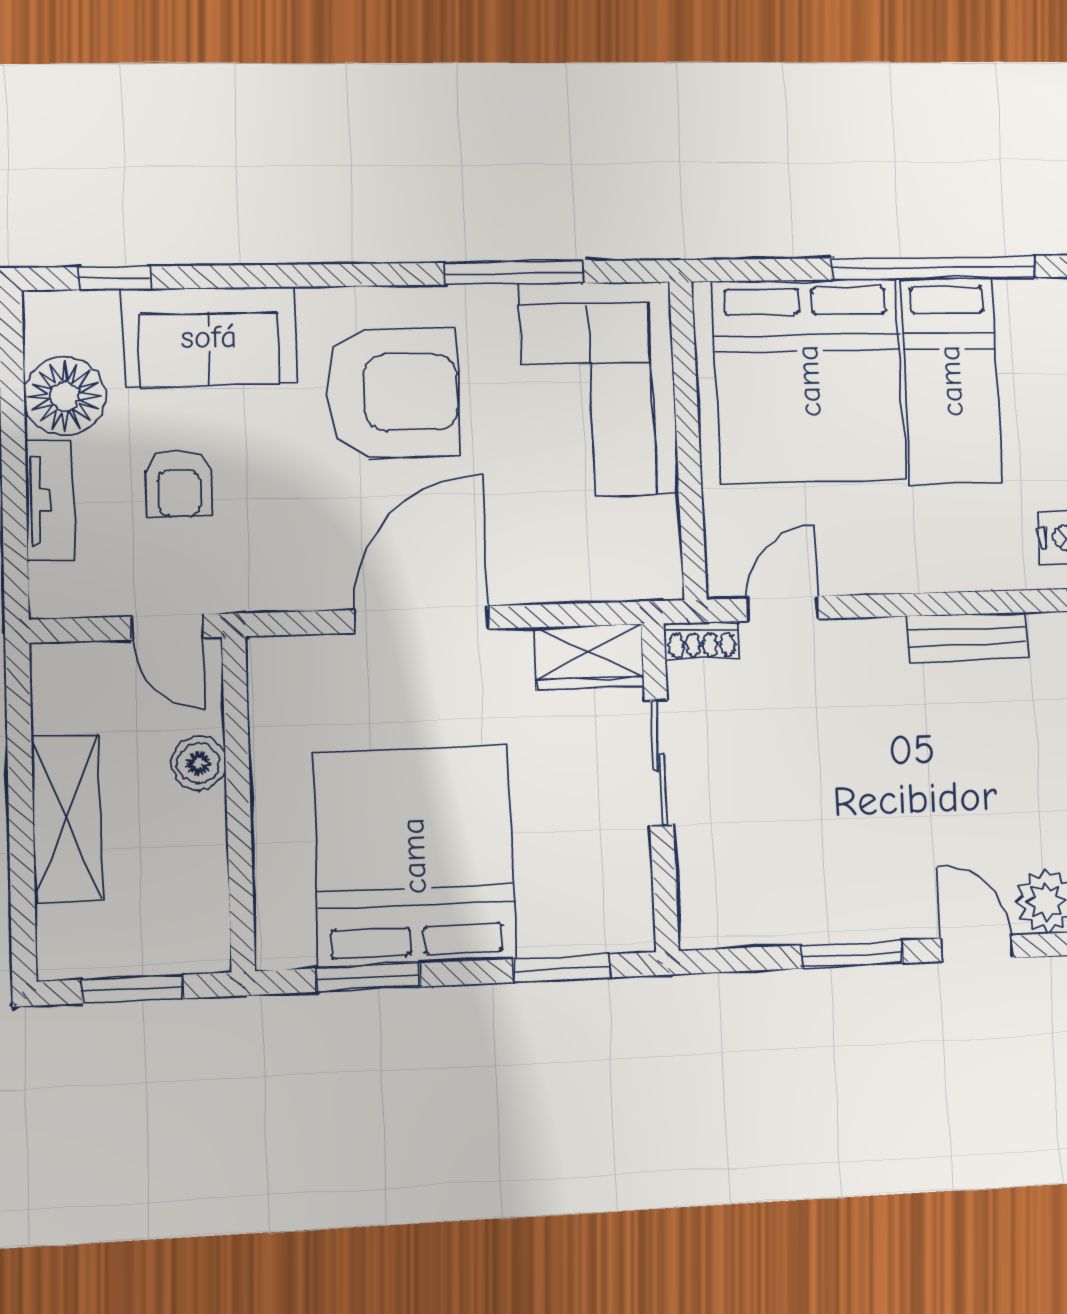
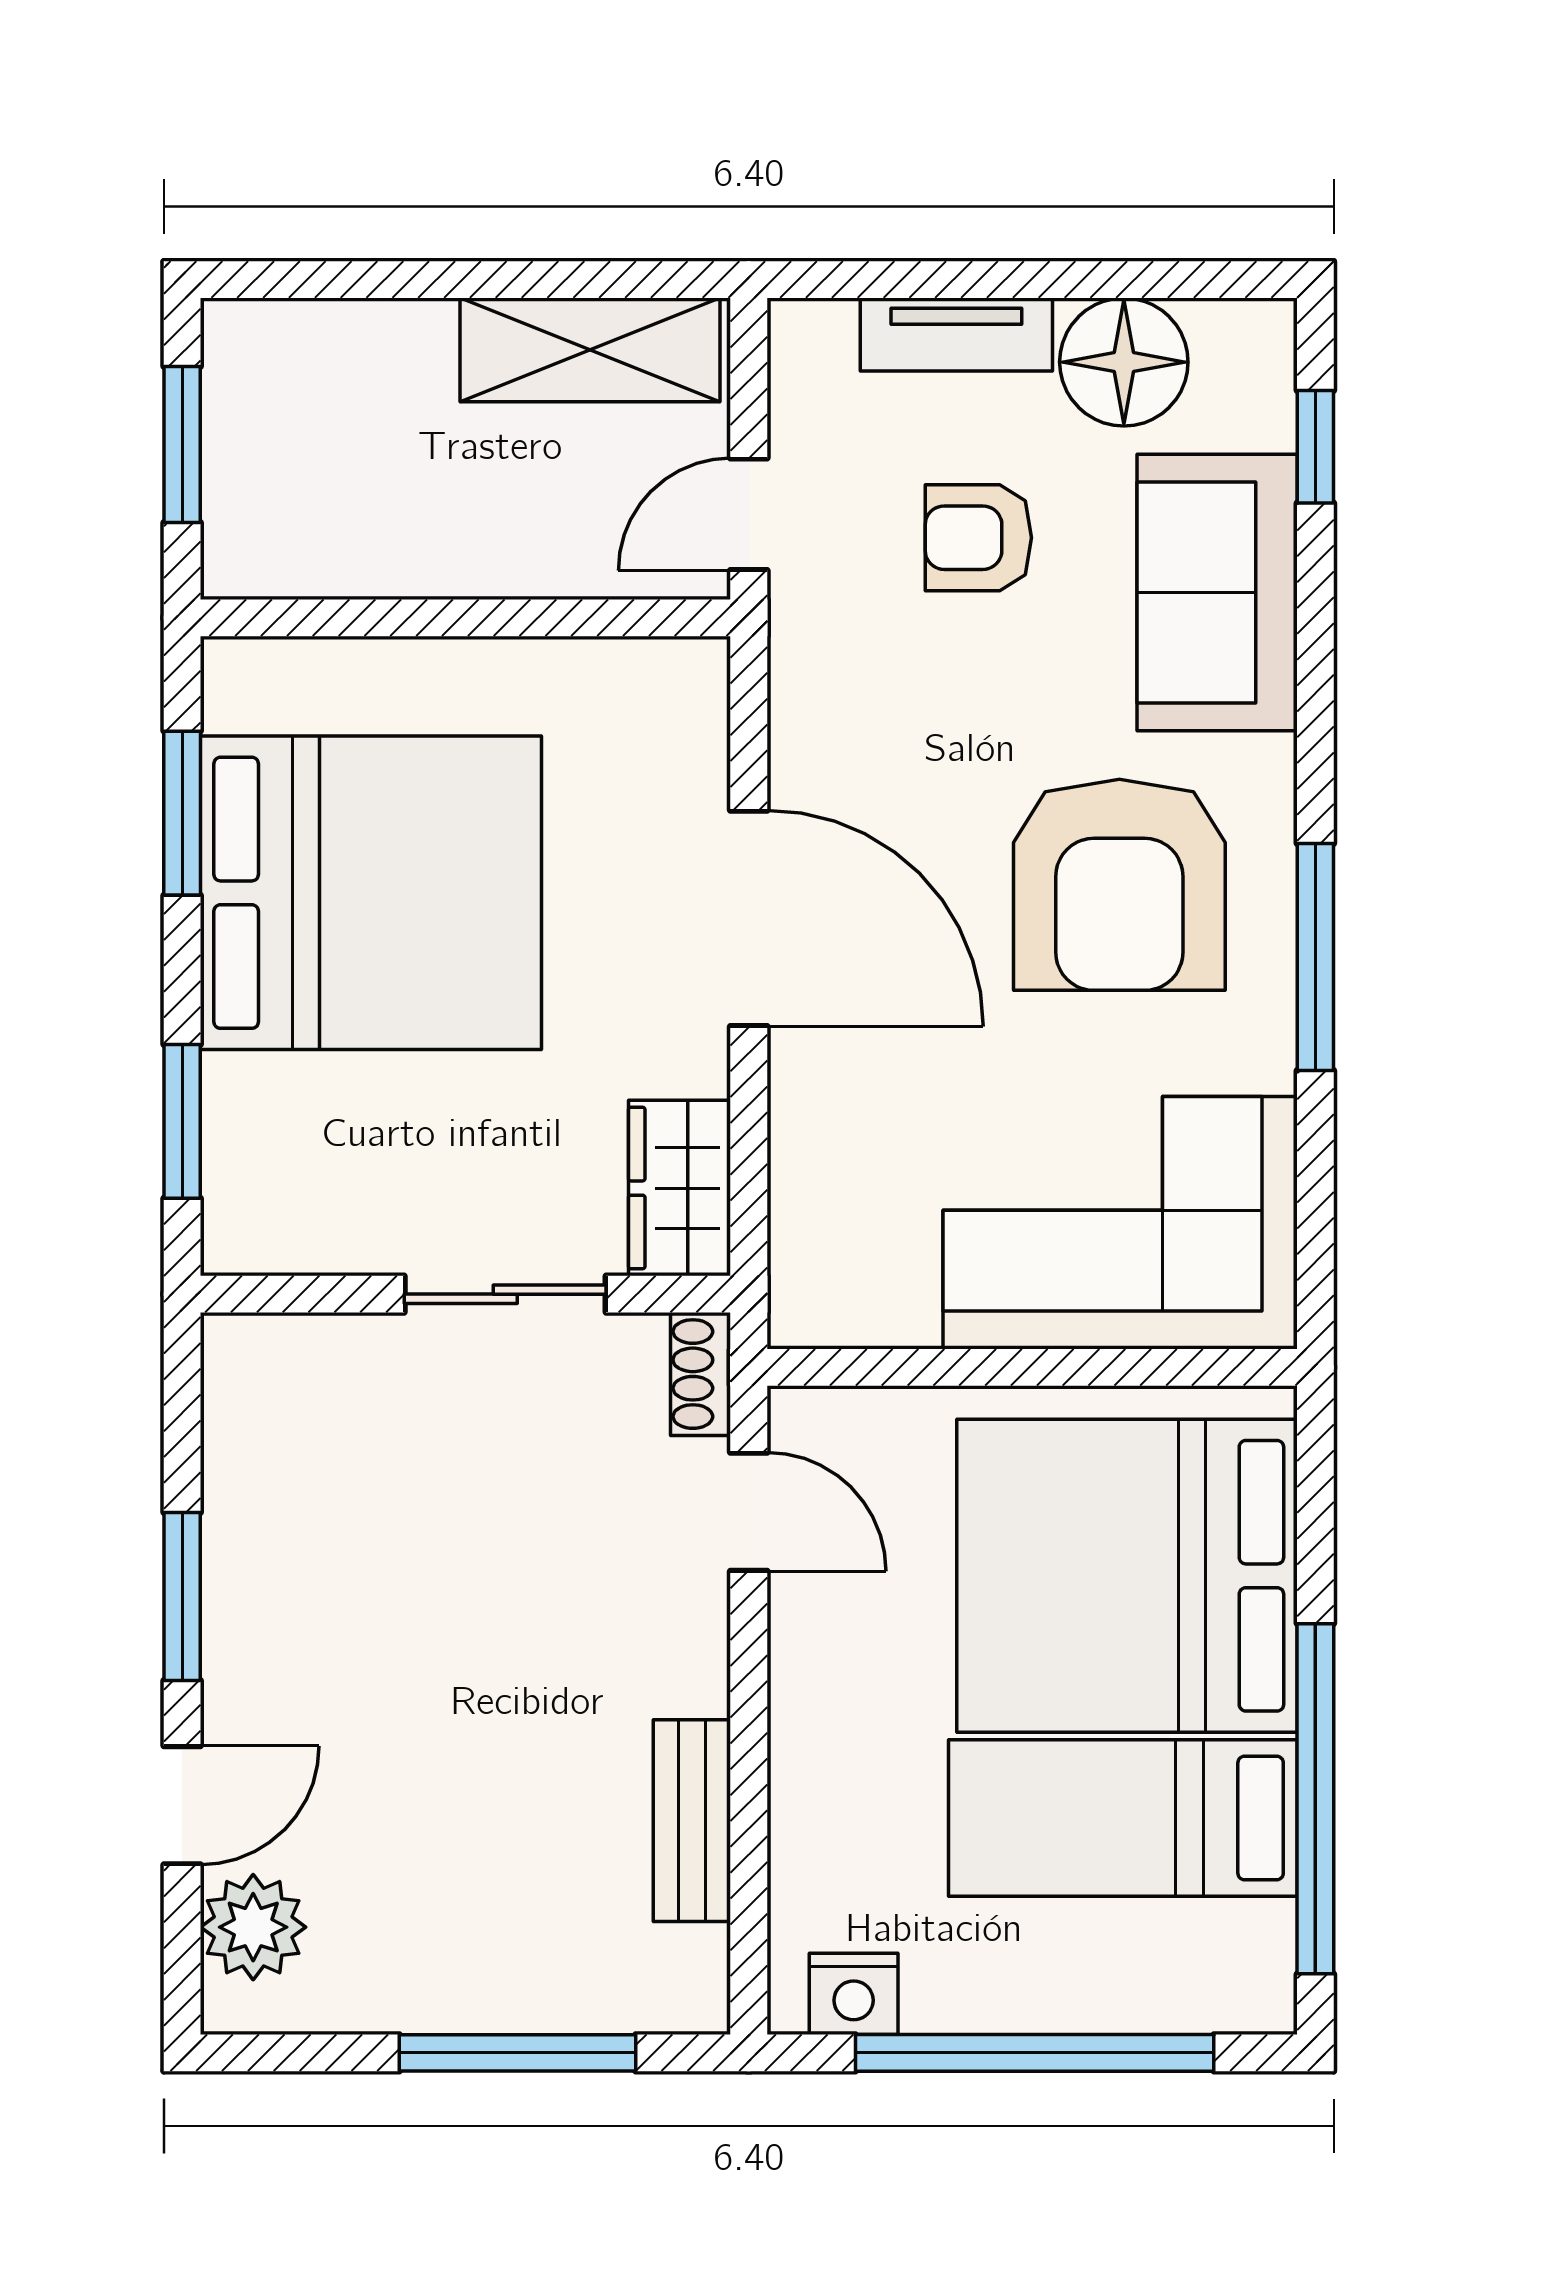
window: (514, 273) -> (1315, 957), moved
boiler: (198, 763) -> (531, 557), removed
shelving: (67, 818) -> (590, 350), moved

